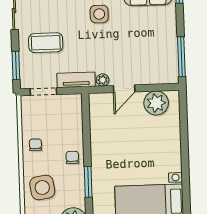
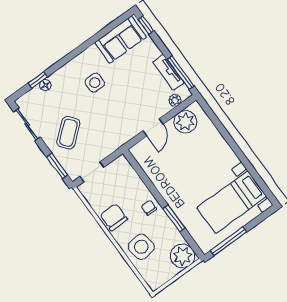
coffee table: (46, 43) -> (68, 133), turned -40
tv unit: (76, 80) -> (168, 72), moved, turned -90
plant: (103, 80) -> (175, 100), moved
chair: (35, 145) -> (114, 217), width x1.87, depth x1.87

